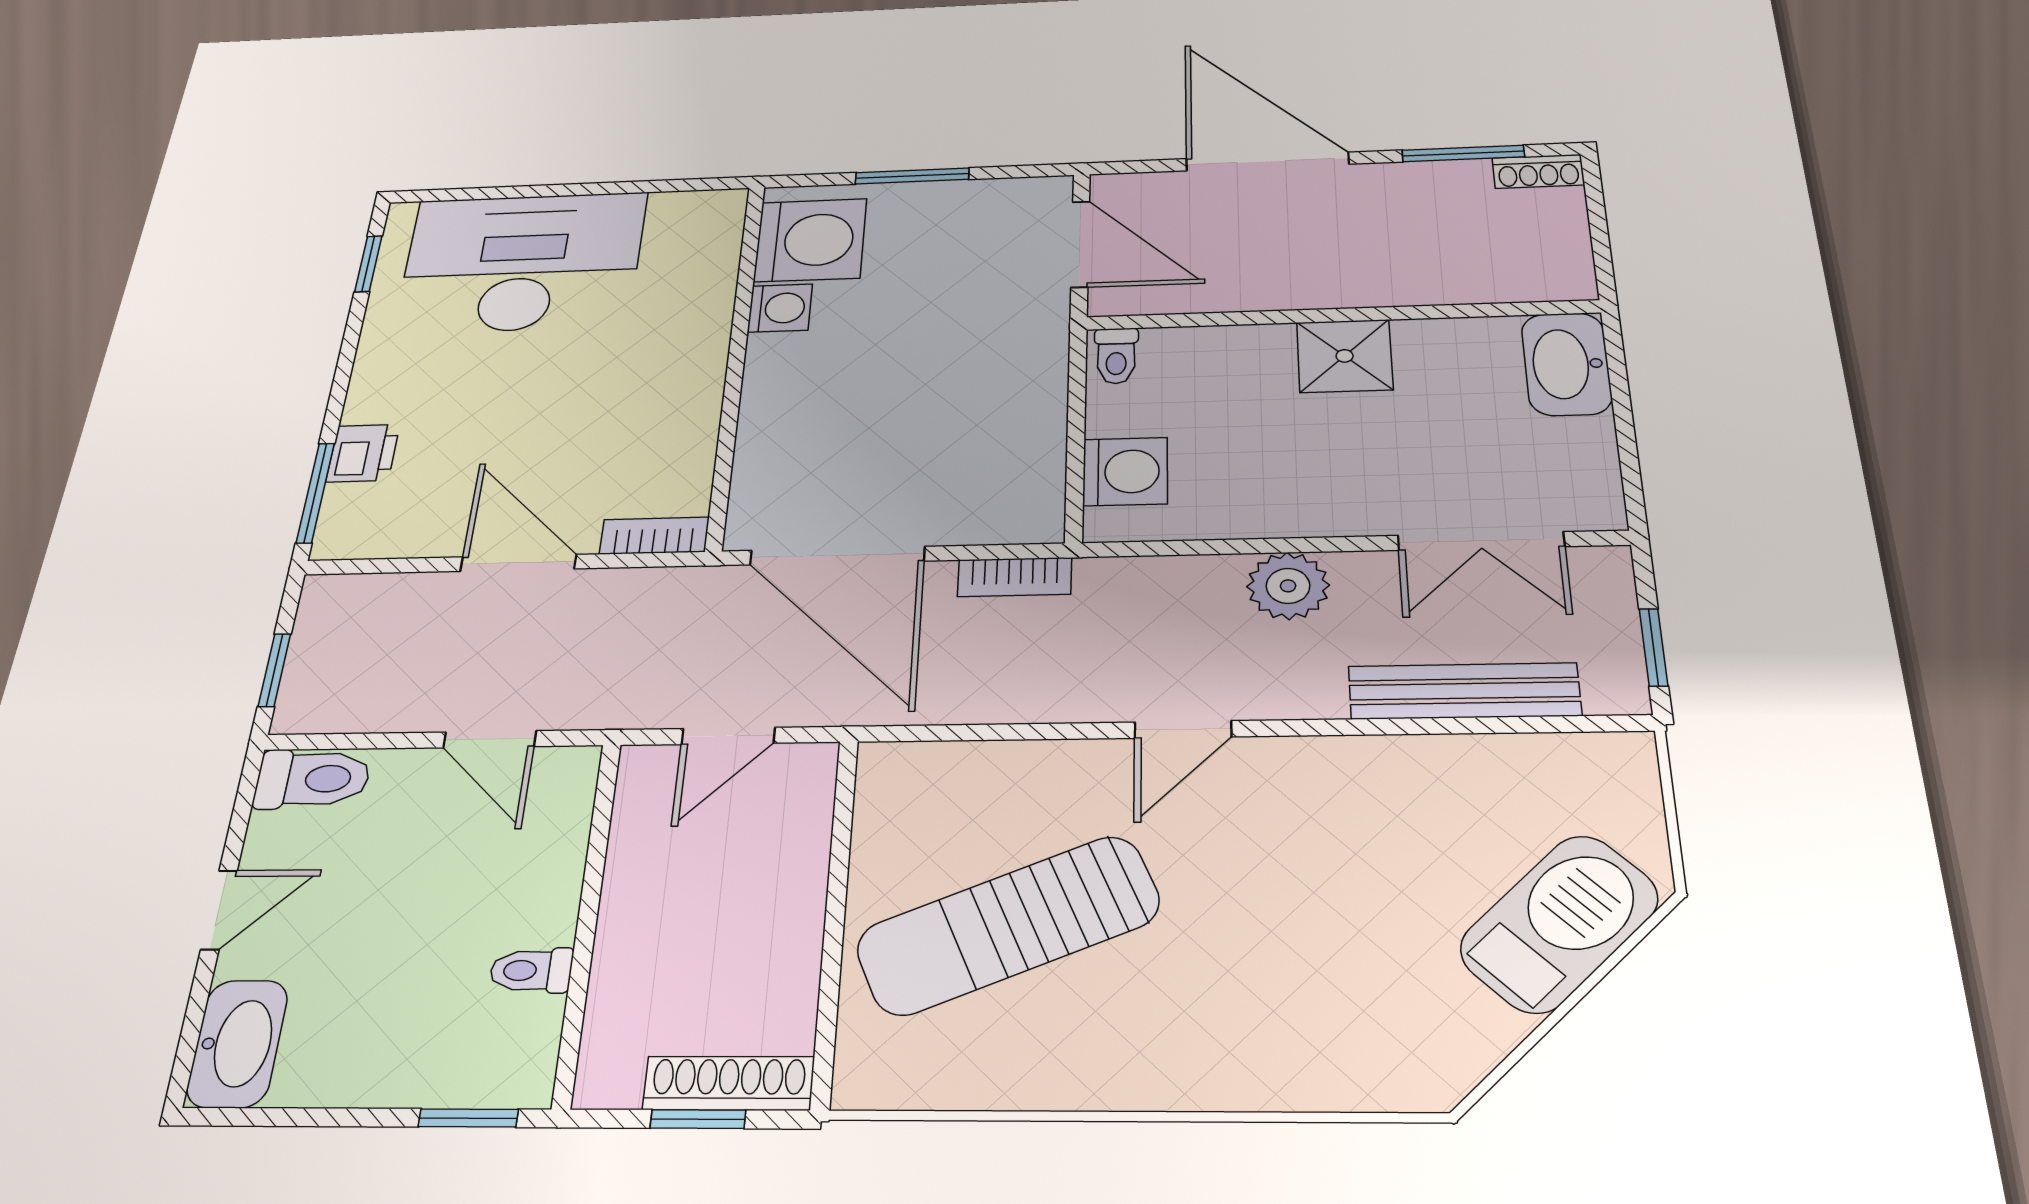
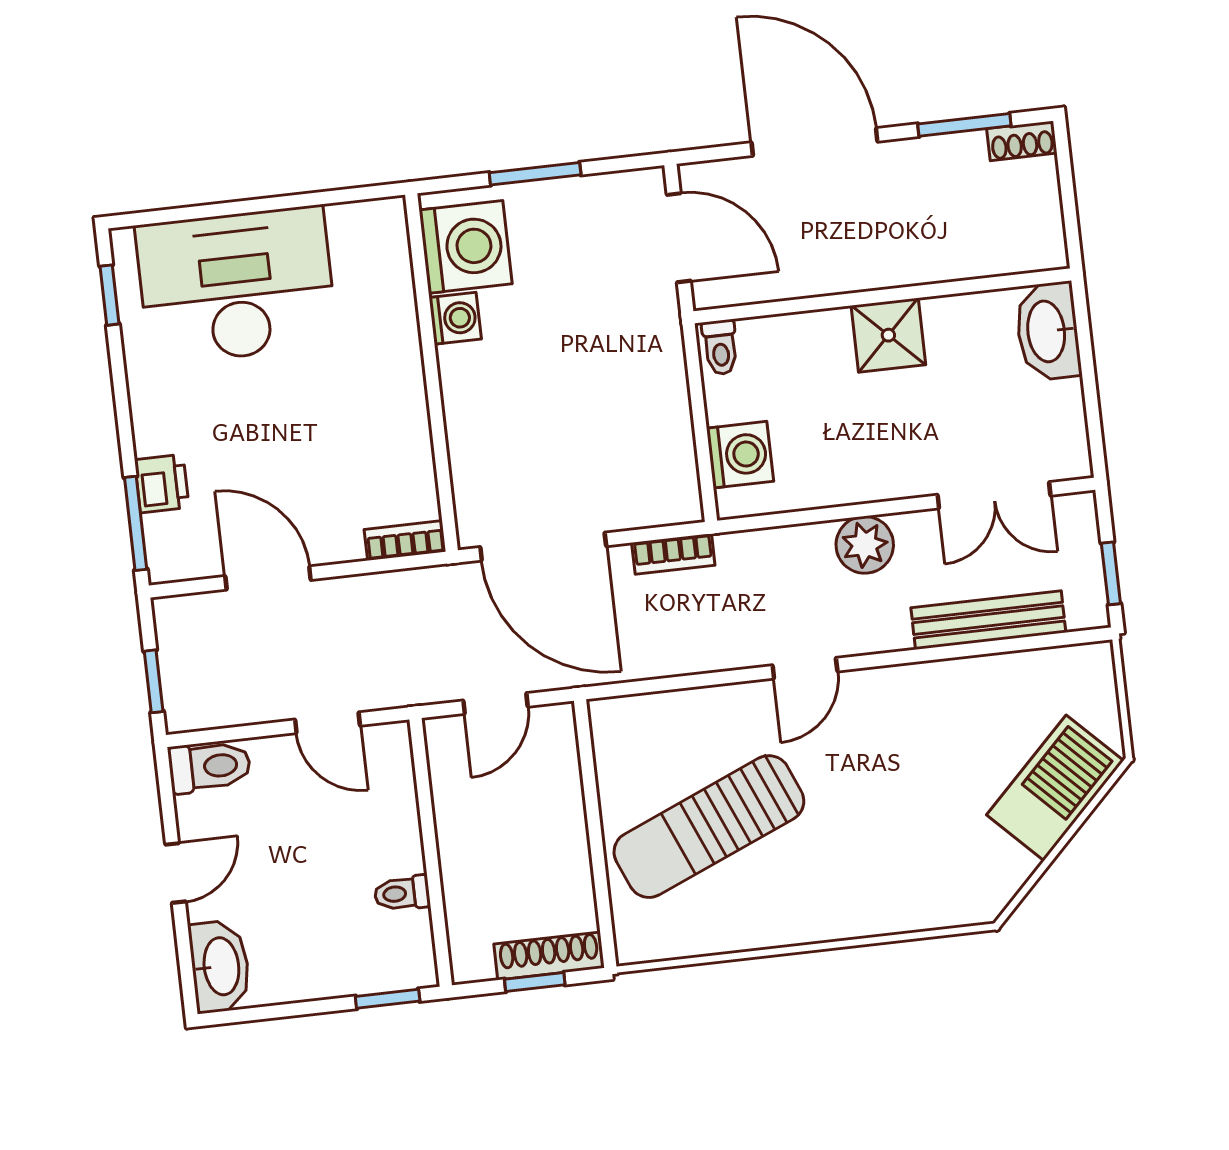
door: (518, 563) -> (268, 578), moved

